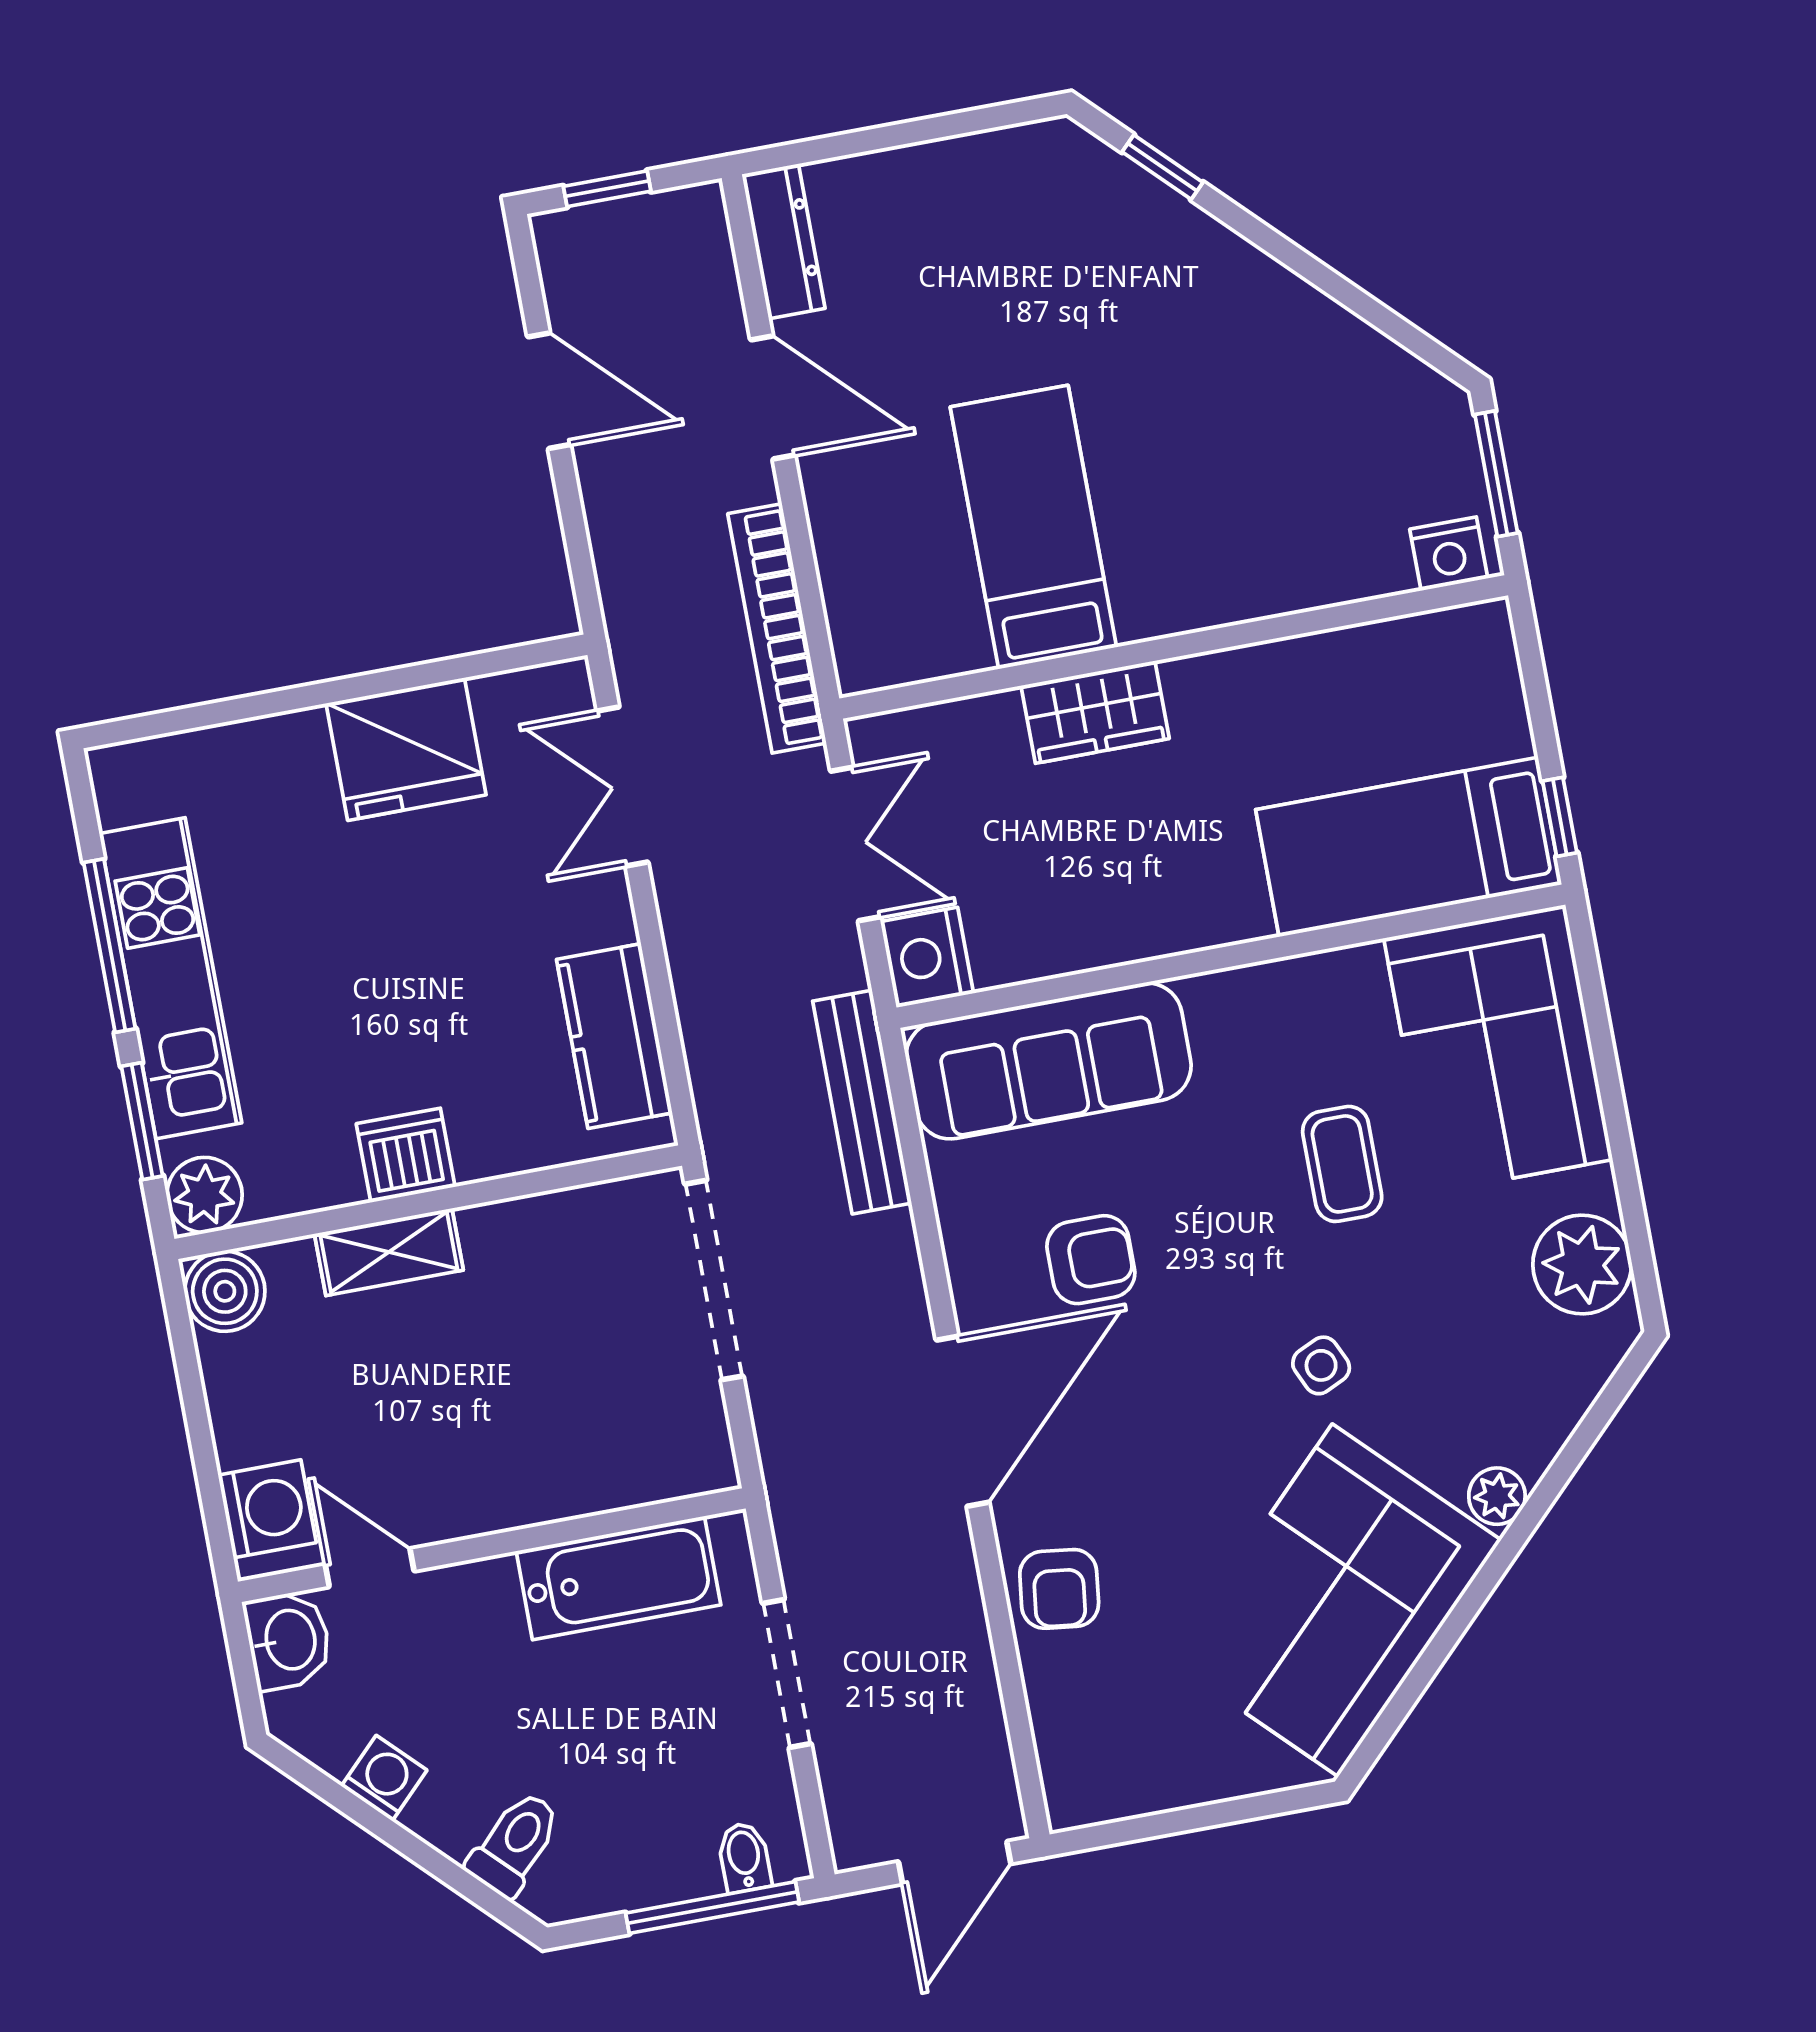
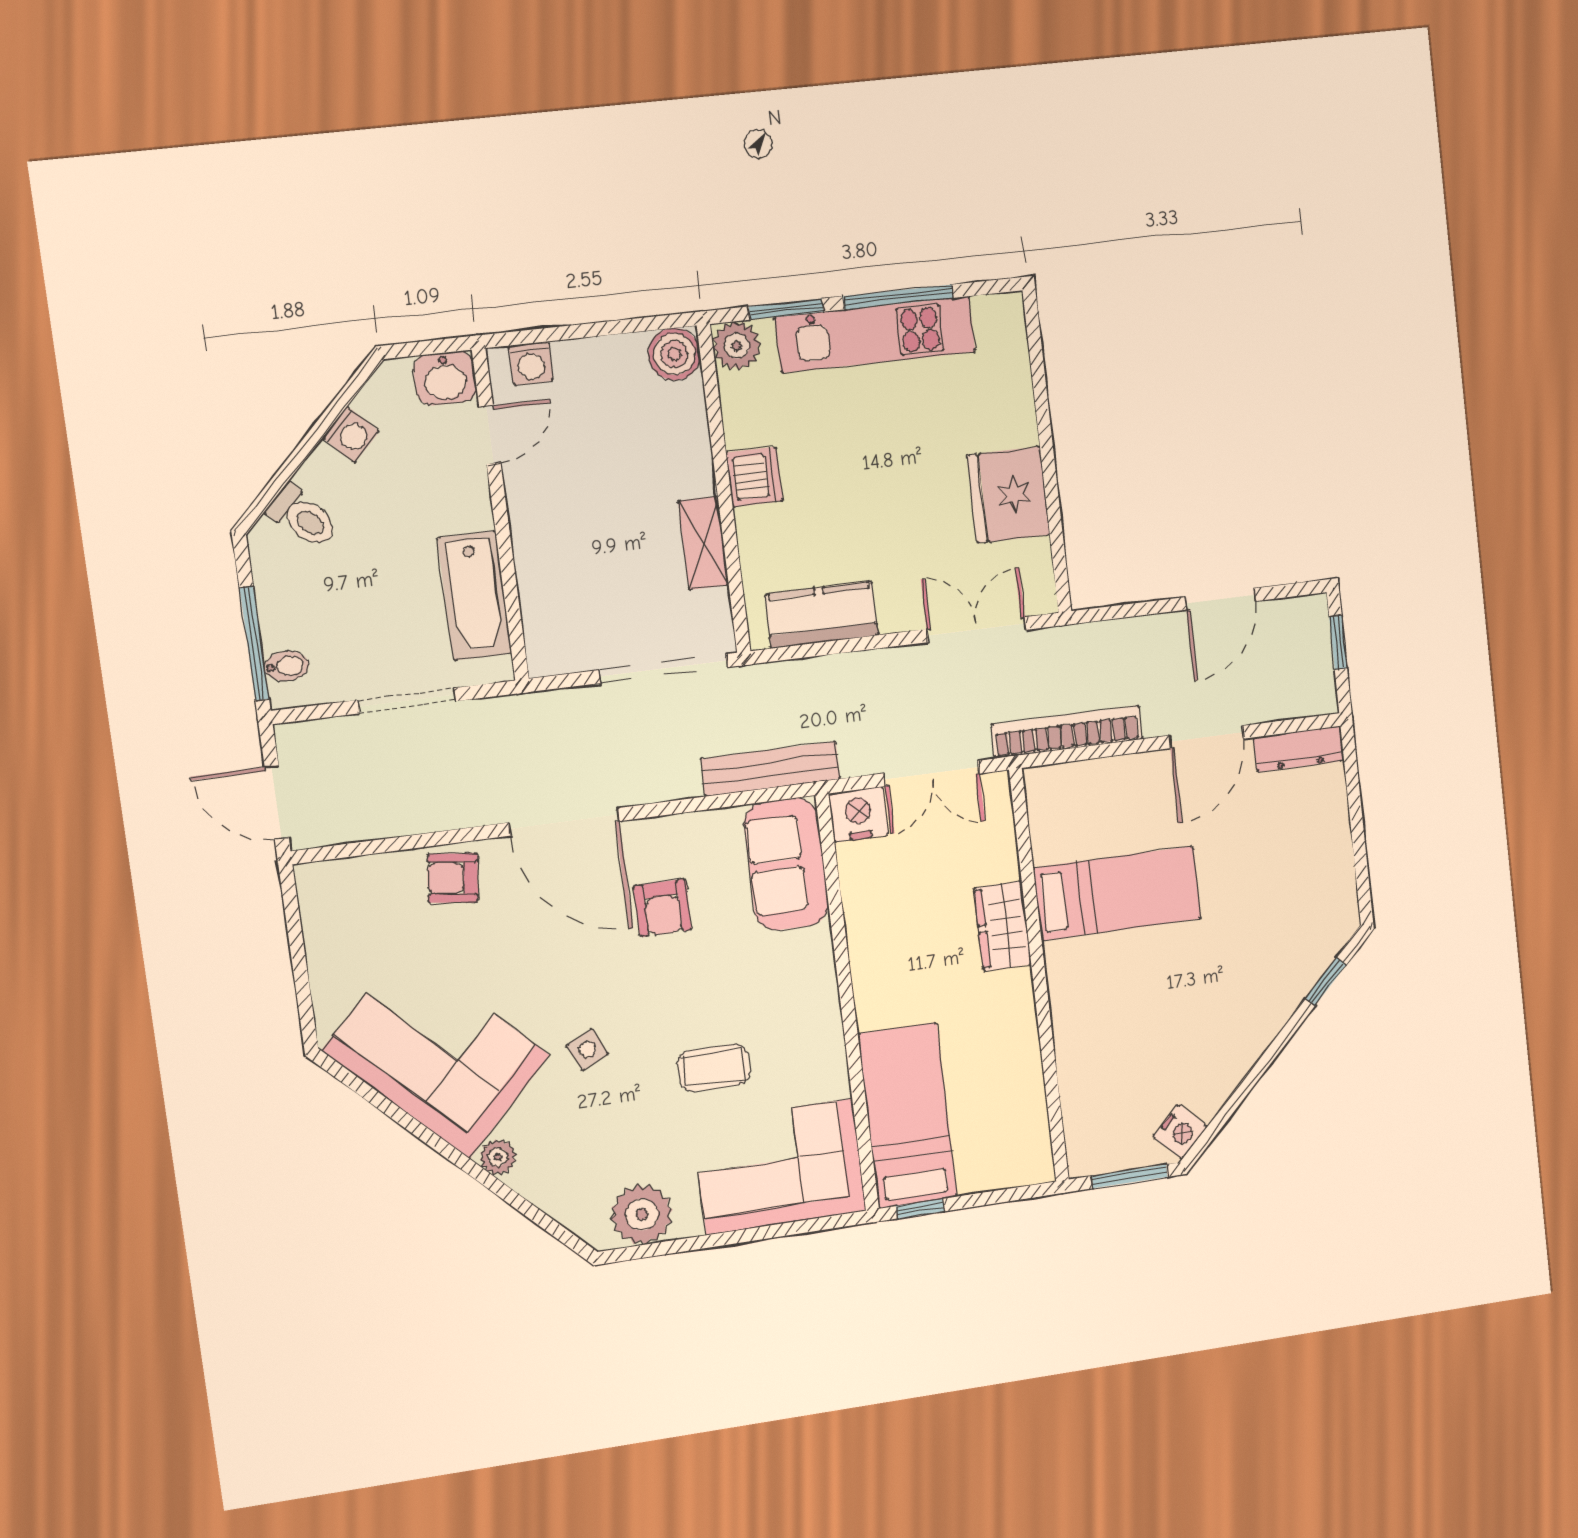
nightstand: (1449, 554) -> (1180, 1132), moved, turned -135
sofa: (1049, 1061) -> (786, 864), width x0.73
shelving: (389, 1252) -> (703, 543), moved
washing machine: (267, 1509) -> (531, 363), width x0.73, depth x0.73

